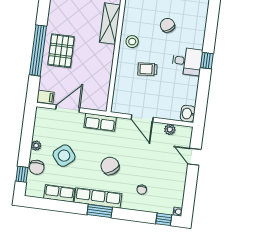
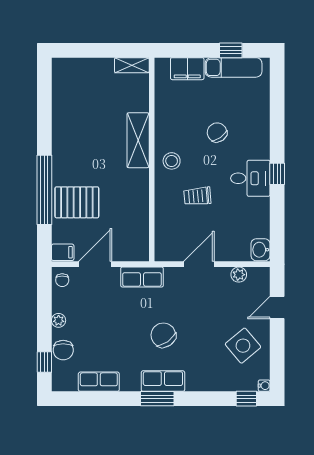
pallet: (61, 51) -> (77, 202), moved, turned 90
door: (142, 118) -> (199, 264), swing flipped
side table: (64, 156) -> (243, 346), moved
door: (194, 157) -> (277, 308), hinge flipped
chair: (142, 190) -> (62, 280), moved
row of seats: (98, 198) -> (163, 381), width x0.68

